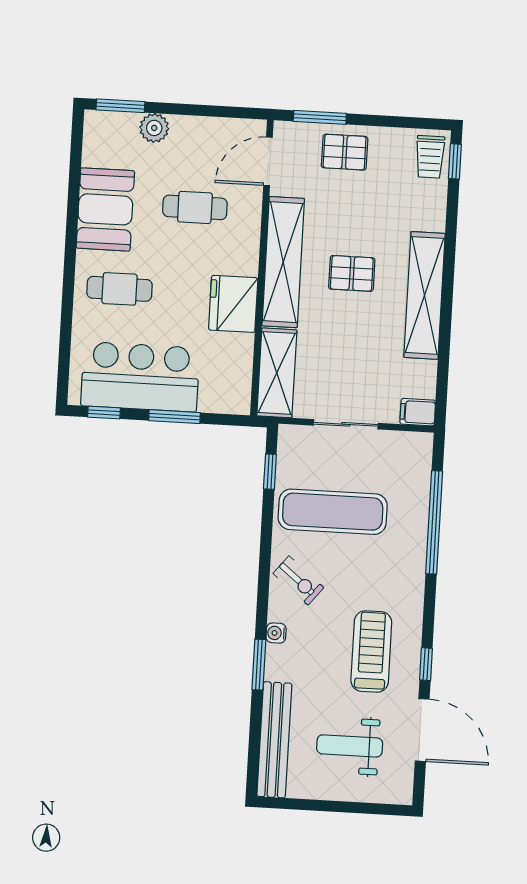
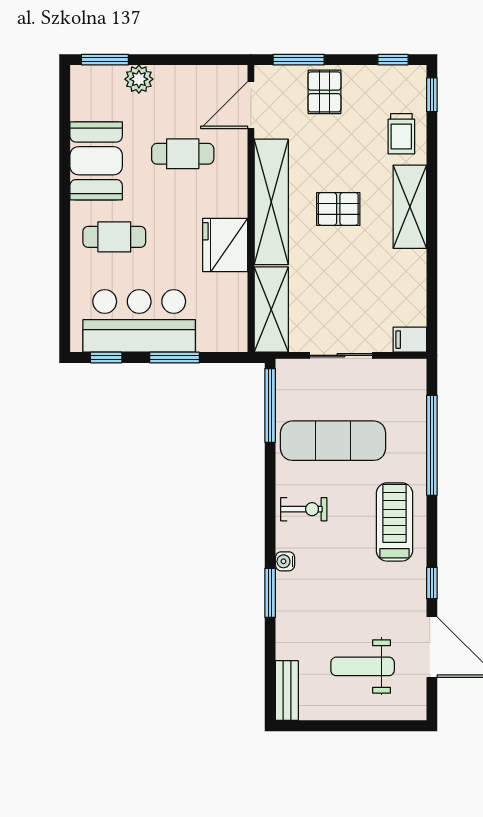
window: (417, 123) -> (393, 60), added
pallet: (345, 152) -> (324, 92), turned 90
trolley: (430, 157) -> (401, 134), moved
shelving: (425, 295) -> (410, 207), width x0.68
window: (270, 472) -> (270, 405), width x2.17
exercise bike: (298, 580) -> (304, 509), turned -39
treadmill: (371, 651) -> (394, 522), moved
bench: (274, 740) -> (287, 691), width x0.54, depth x0.82

